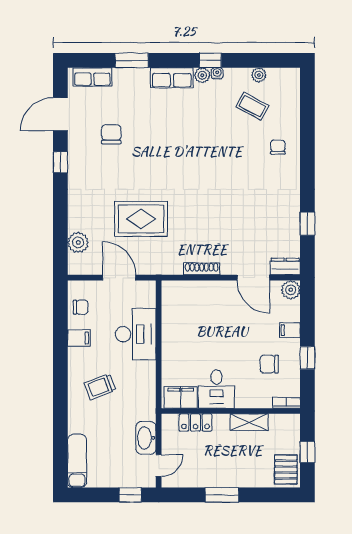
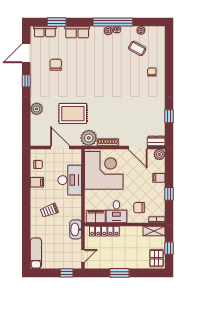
window: (132, 60) -> (57, 22), moved
window: (210, 60) -> (113, 22), width x3.17
row of seats: (172, 78) -> (77, 32), moved
plant: (78, 242) -> (37, 109), moved
plant: (168, 261) -> (89, 138), added
corner desk: (194, 317) -> (104, 170), added
chair: (269, 364) -> (139, 208), moved
locker: (195, 422) -> (104, 231), width x1.53
shelving: (249, 422) -> (154, 231), moved
washbasin: (146, 438) -> (76, 229), moved

